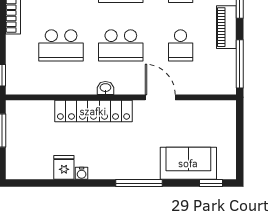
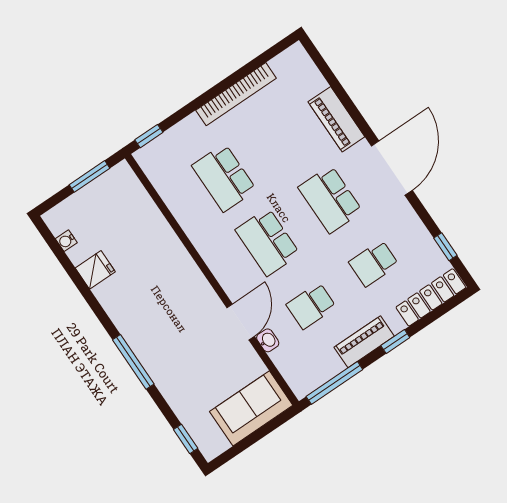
washbasin: (105, 88) -> (268, 340), moved
locker: (93, 111) -> (177, 260), removed
sofa: (188, 163) -> (251, 408), moved, turned -90
water cooler: (82, 173) -> (66, 241), moved

